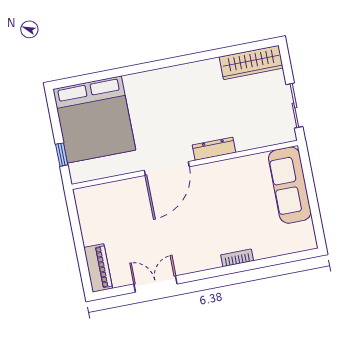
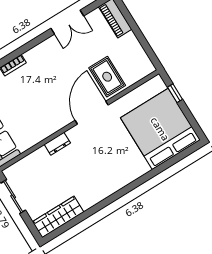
dresser: (214, 149) -> (57, 144), width x0.70
rug: (133, 203) -> (107, 77), added

